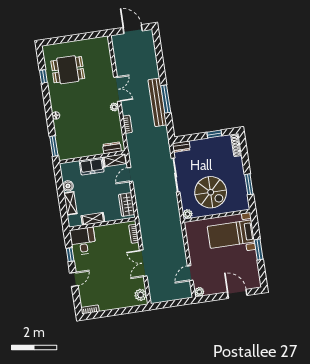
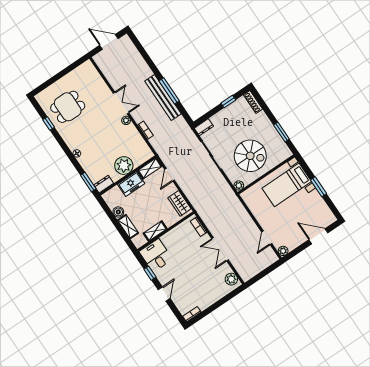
plant: (93, 147) -> (124, 166), added
dresser: (112, 148) -> (104, 184), moved

